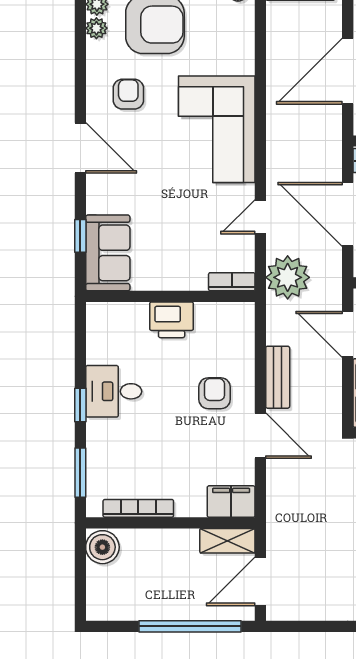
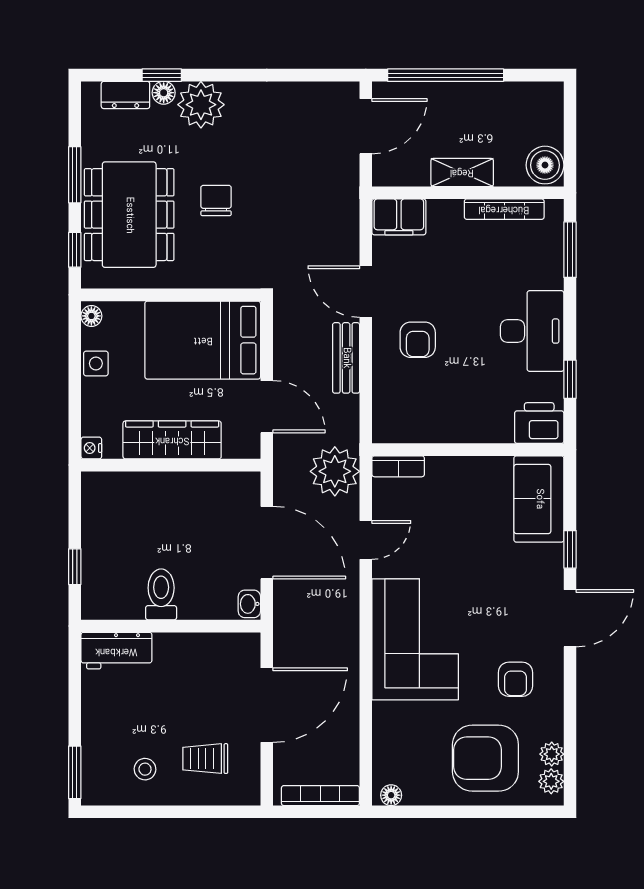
door: (80, 148) -> (570, 618), swing flipped
window: (80, 236) -> (570, 549), moved
printer: (172, 320) -> (539, 423), moved
desk: (114, 391) -> (532, 331), width x1.37
window: (80, 405) -> (570, 379), moved
shelving: (227, 541) -> (462, 172), moved

